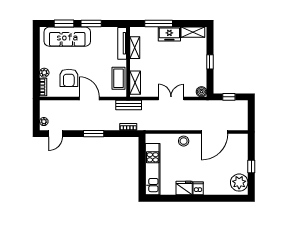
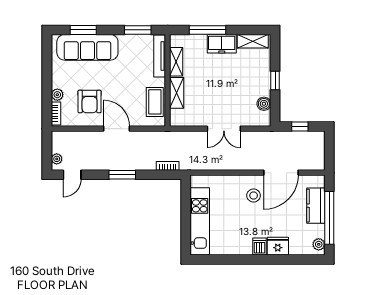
window: (91, 23) -> (138, 30), moved
shelving: (135, 83) -> (177, 93), moved
boiler: (201, 92) -> (264, 104), moved
double door: (171, 99) -> (224, 129), swing flipped
bench: (129, 105) -> (168, 137), removed
stool: (184, 141) -> (254, 196), moved
kitchen counter: (241, 157) -> (316, 206), added
window: (251, 166) -> (329, 218), width x3.17
plant: (239, 183) -> (319, 244), width x0.53, depth x0.53
fridge: (184, 188) -> (278, 246), moved

